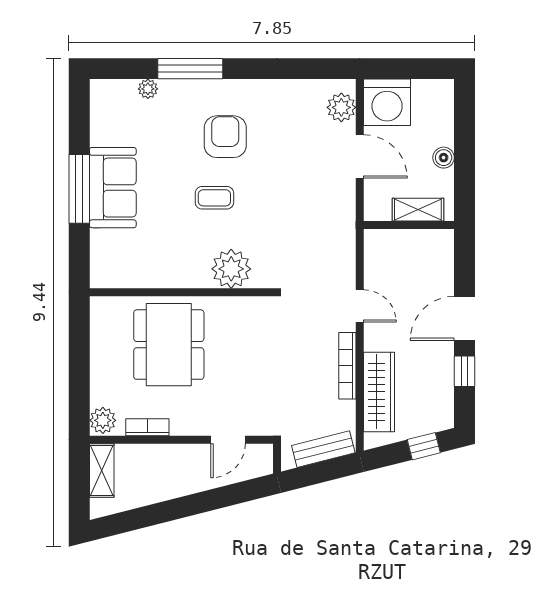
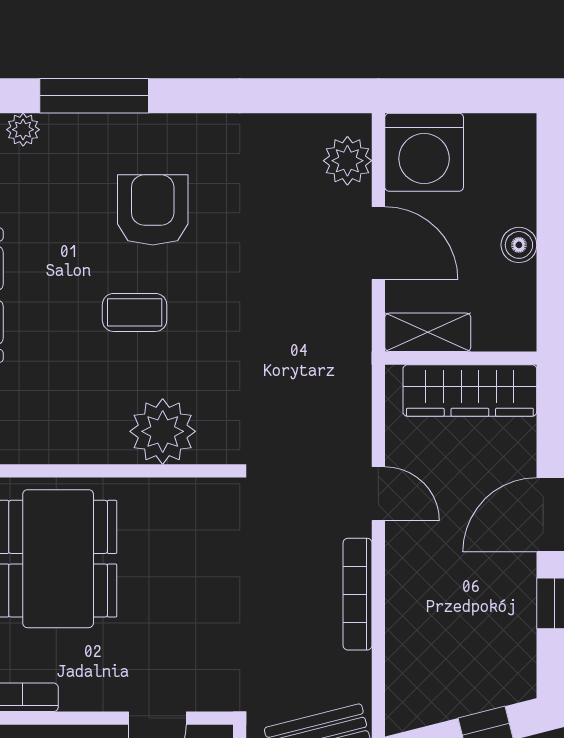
shelving: (418, 210) -> (428, 332), moved
wardrobe: (379, 392) -> (470, 390), moved, turned 90

